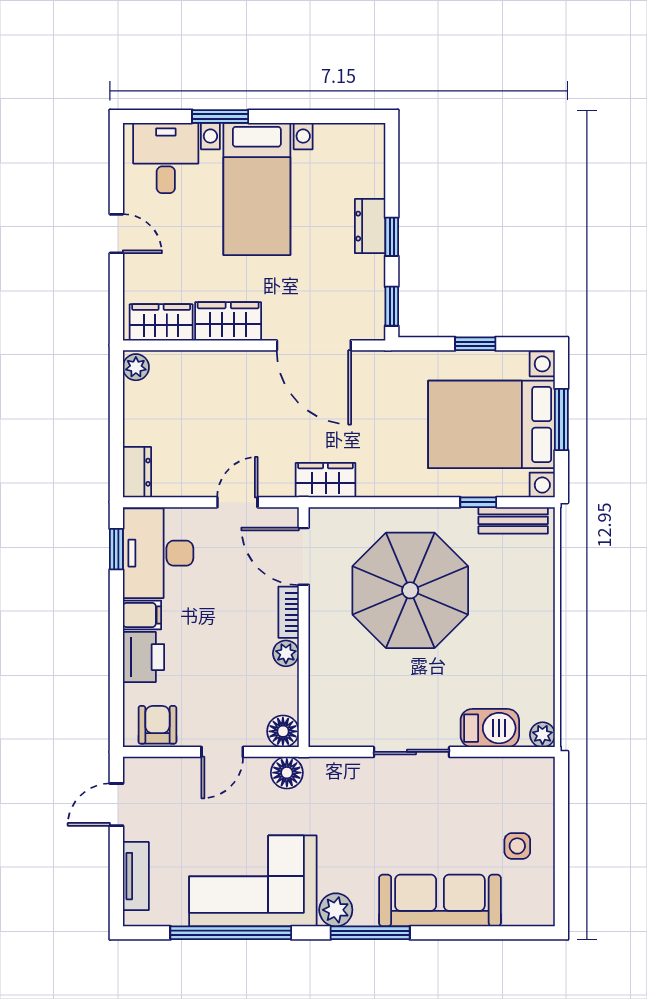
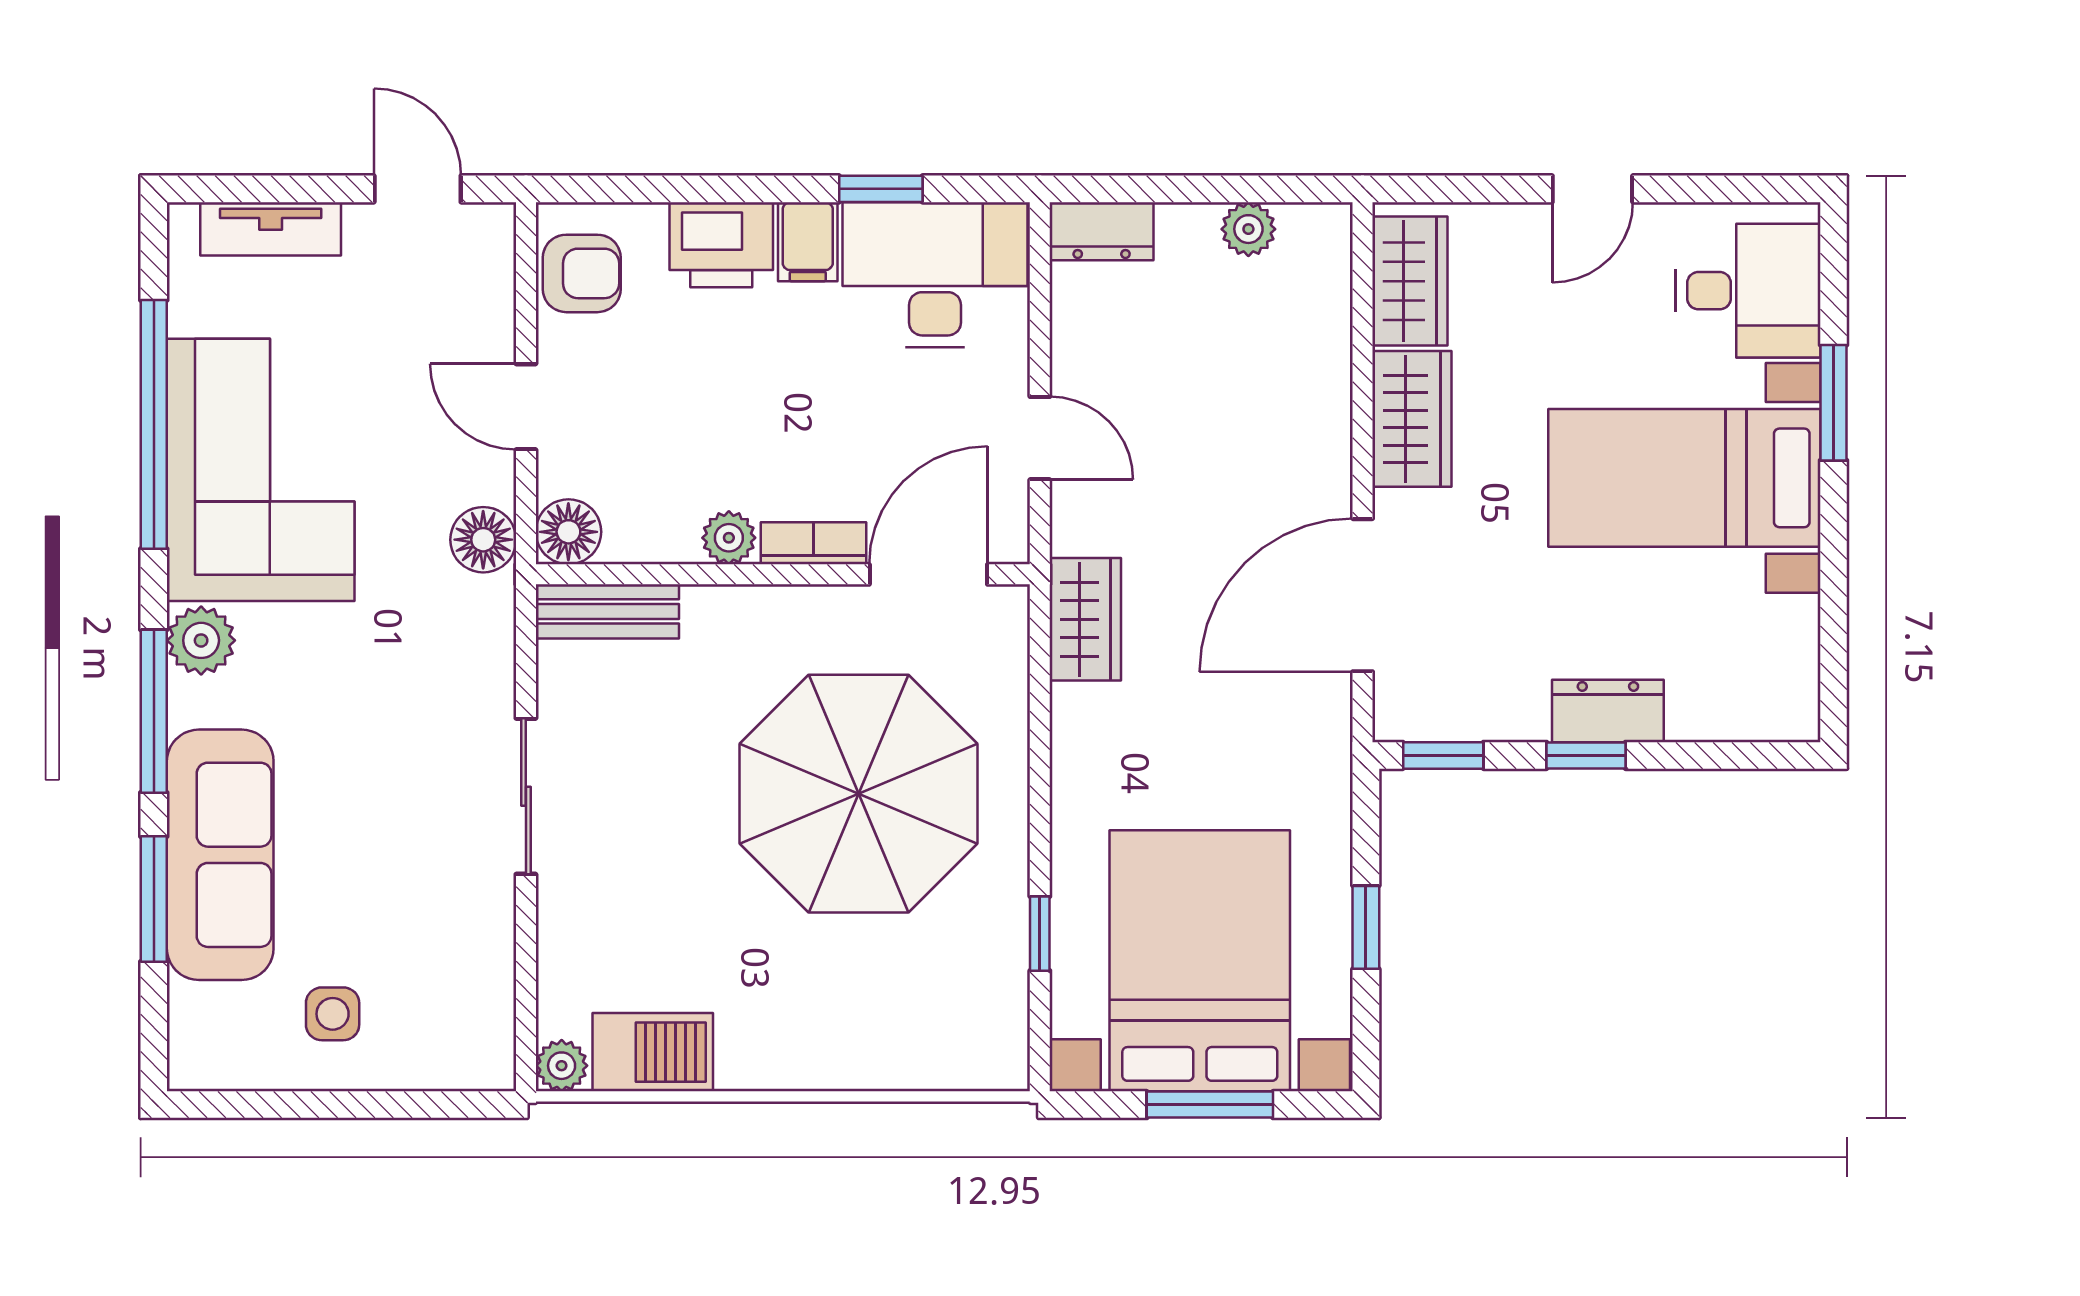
plant: (136, 367) -> (1248, 229), moved
bench: (513, 520) -> (607, 611), moved, turned 90
window: (116, 549) -> (881, 189), moved
barbecue: (490, 728) -> (653, 1052), moved, turned -90
window: (461, 933) -> (154, 899), added

